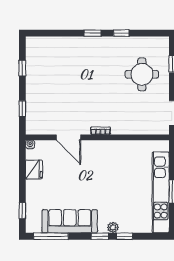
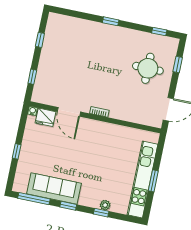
window: (121, 33) -> (159, 31), moved
fridge: (34, 169) -> (45, 117), moved, turned 90
window: (22, 211) -> (17, 151), moved
plant: (113, 227) -> (105, 205), moved
window: (100, 236) -> (68, 206), moved

